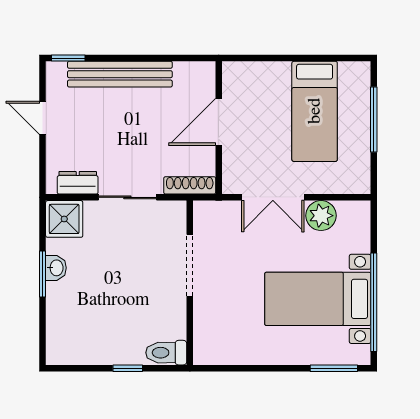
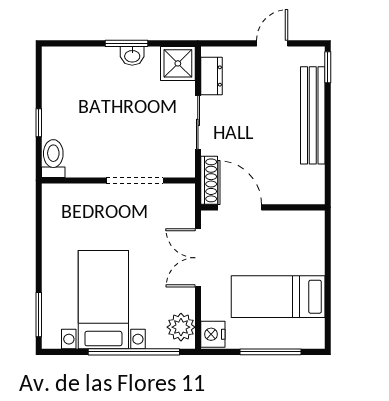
door: (219, 122) -> (240, 207), moved
nightstand: (355, 181) -> (213, 334), added
plant: (321, 216) -> (181, 327), moved
window: (374, 302) -> (134, 352), moved

